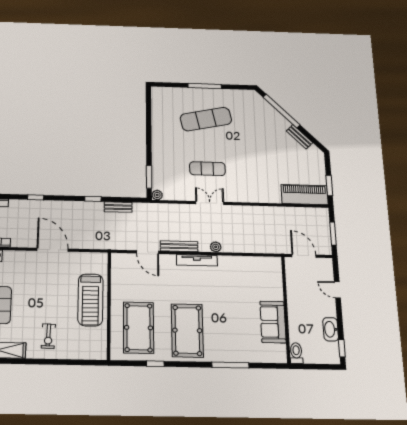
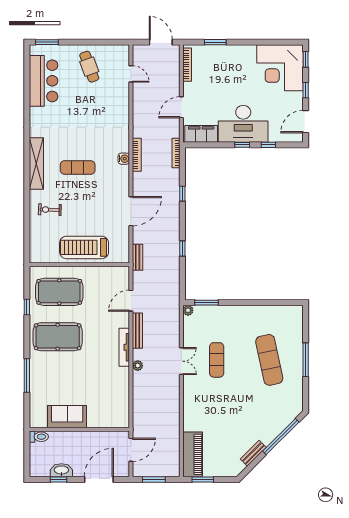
bench: (118, 207) -> (138, 257), moved
door: (337, 290) -> (99, 480), width x1.87
window: (342, 348) -> (58, 480), moved

